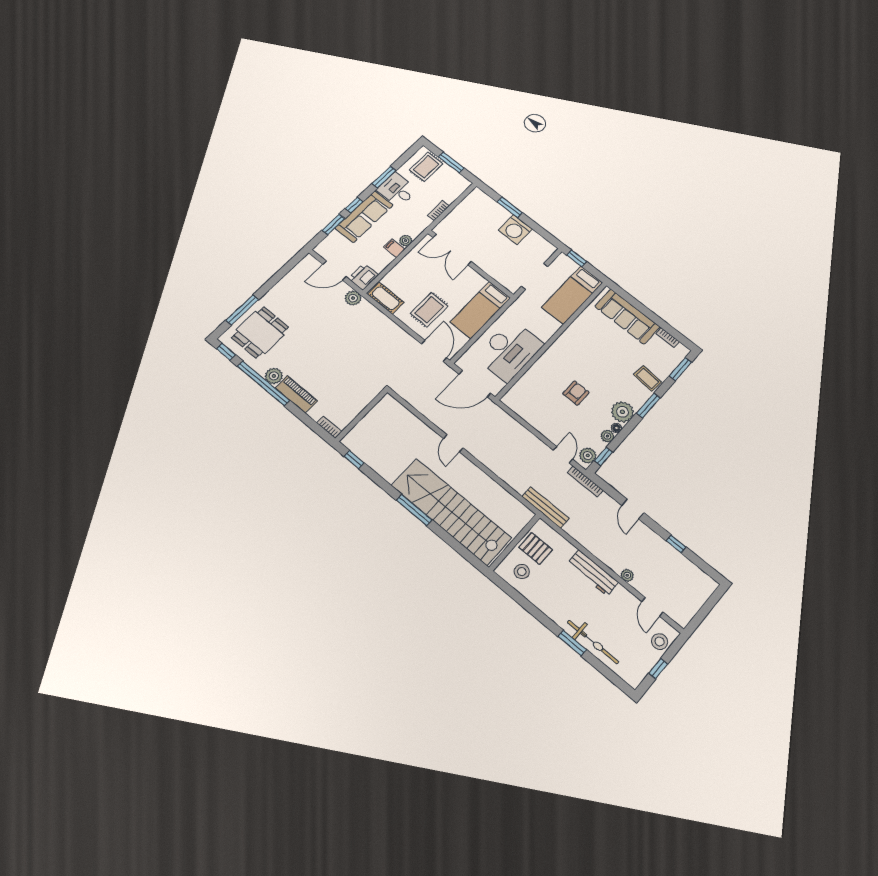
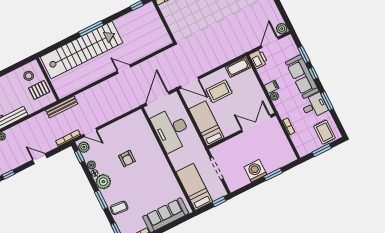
plant: (353, 298) -> (282, 29), moved
rug: (429, 310) -> (219, 91), turned 90

